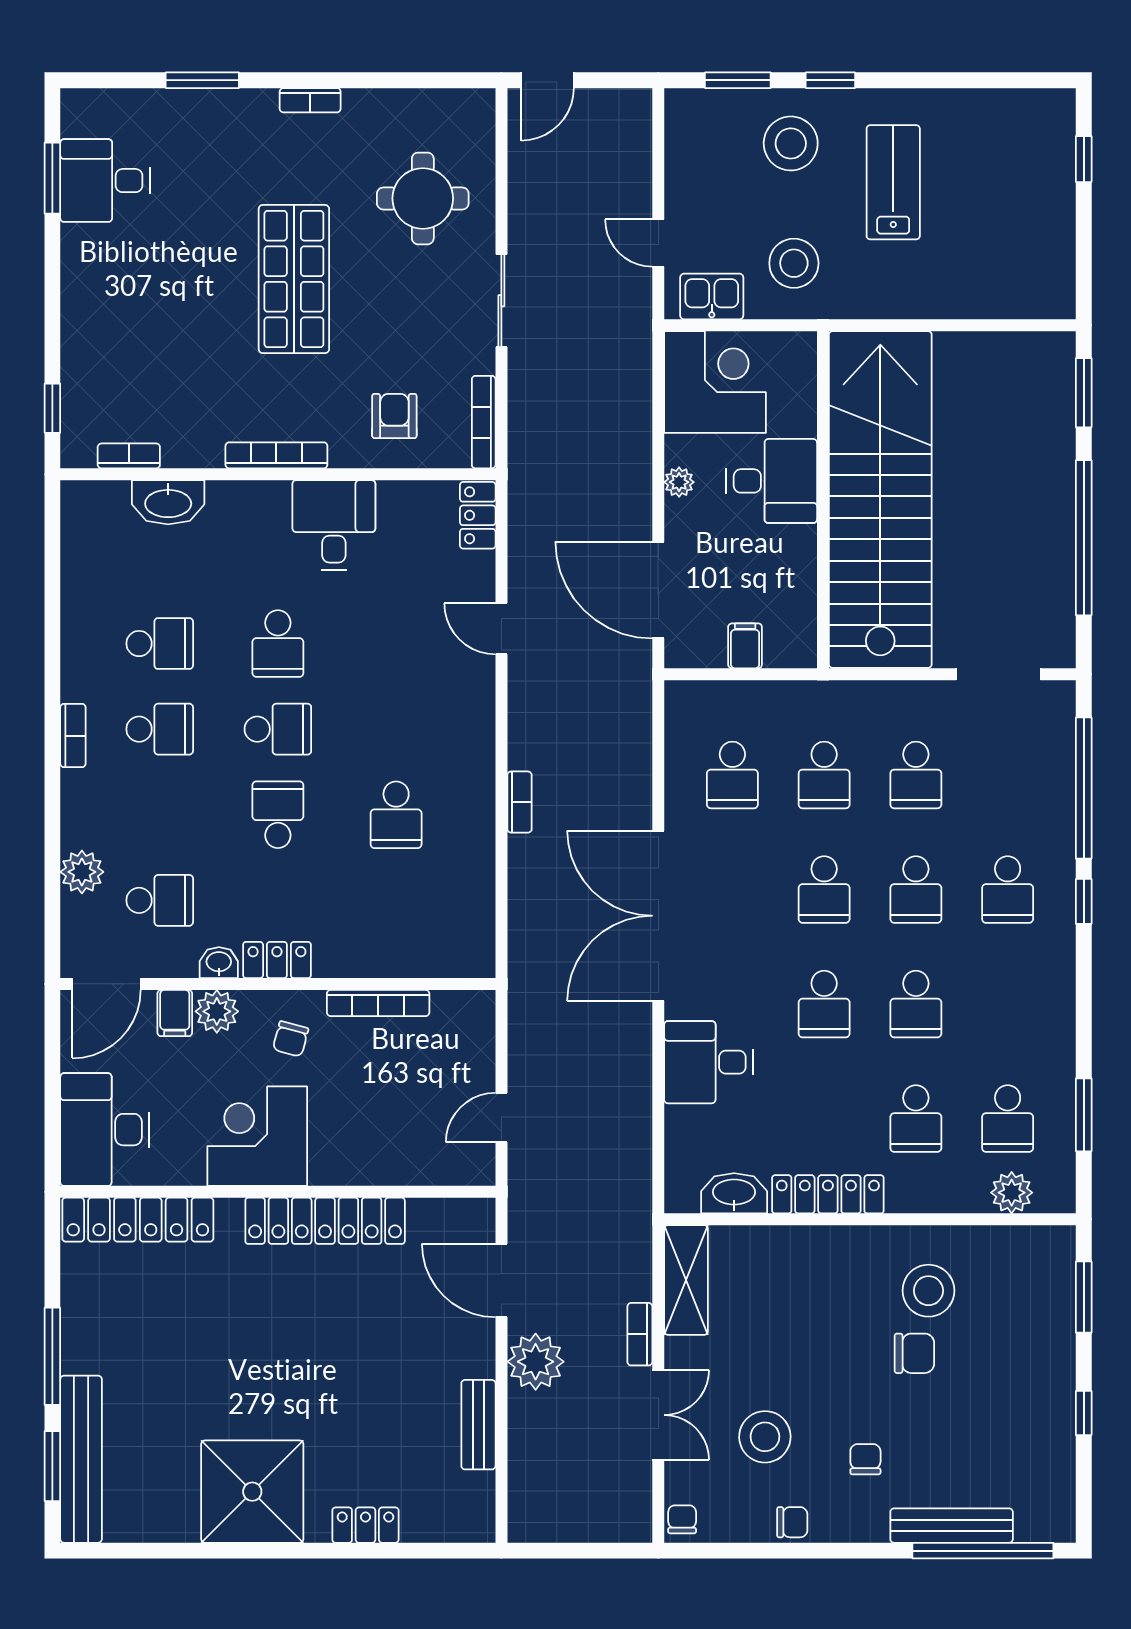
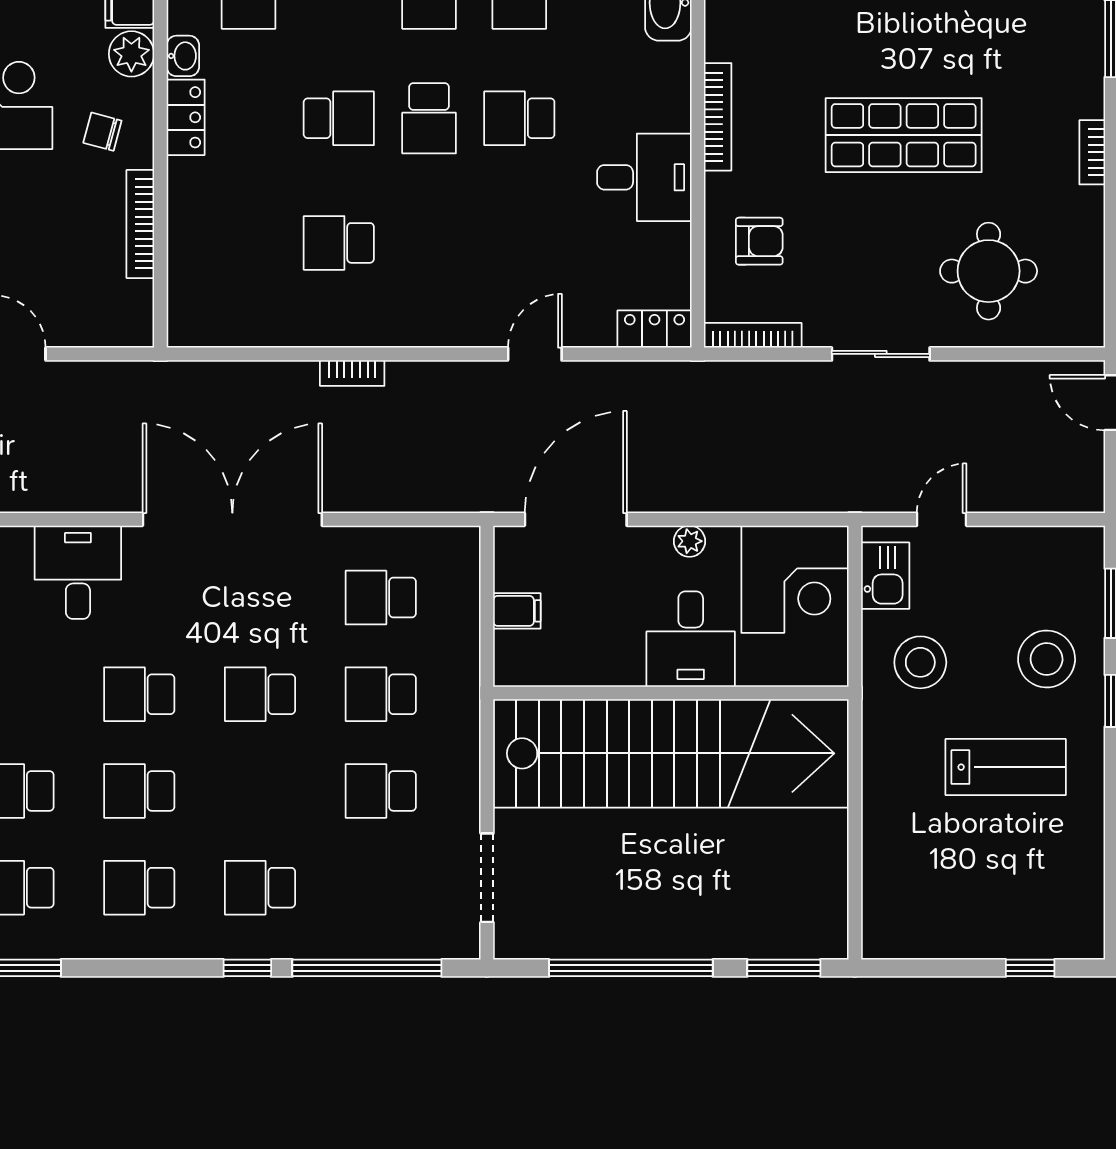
school desk: (916, 889) -> (139, 888), moved

